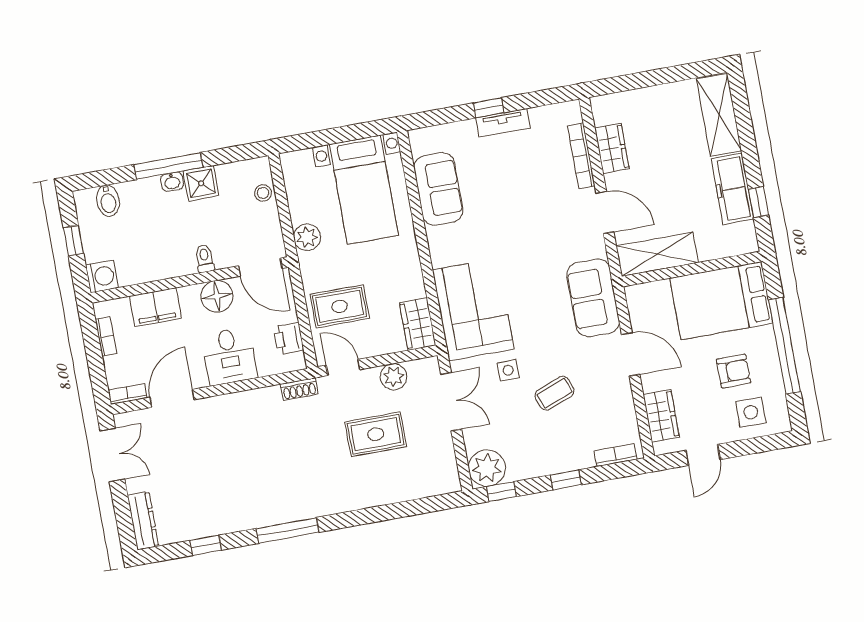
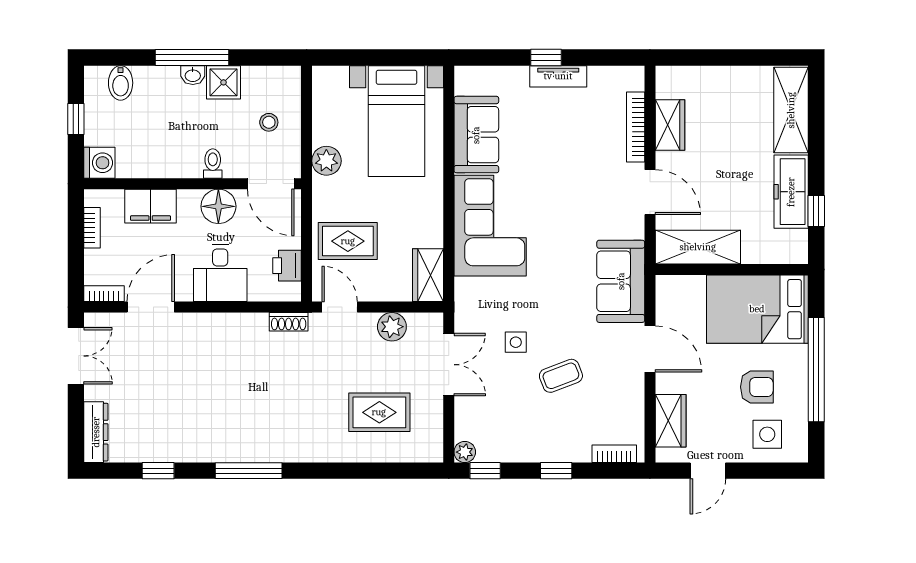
stool: (263, 193) -> (269, 122), moved
corner sofa: (473, 310) -> (490, 226), moved
rug: (376, 434) -> (379, 412), moved
plant: (487, 468) -> (465, 452), width x0.53, depth x0.53

